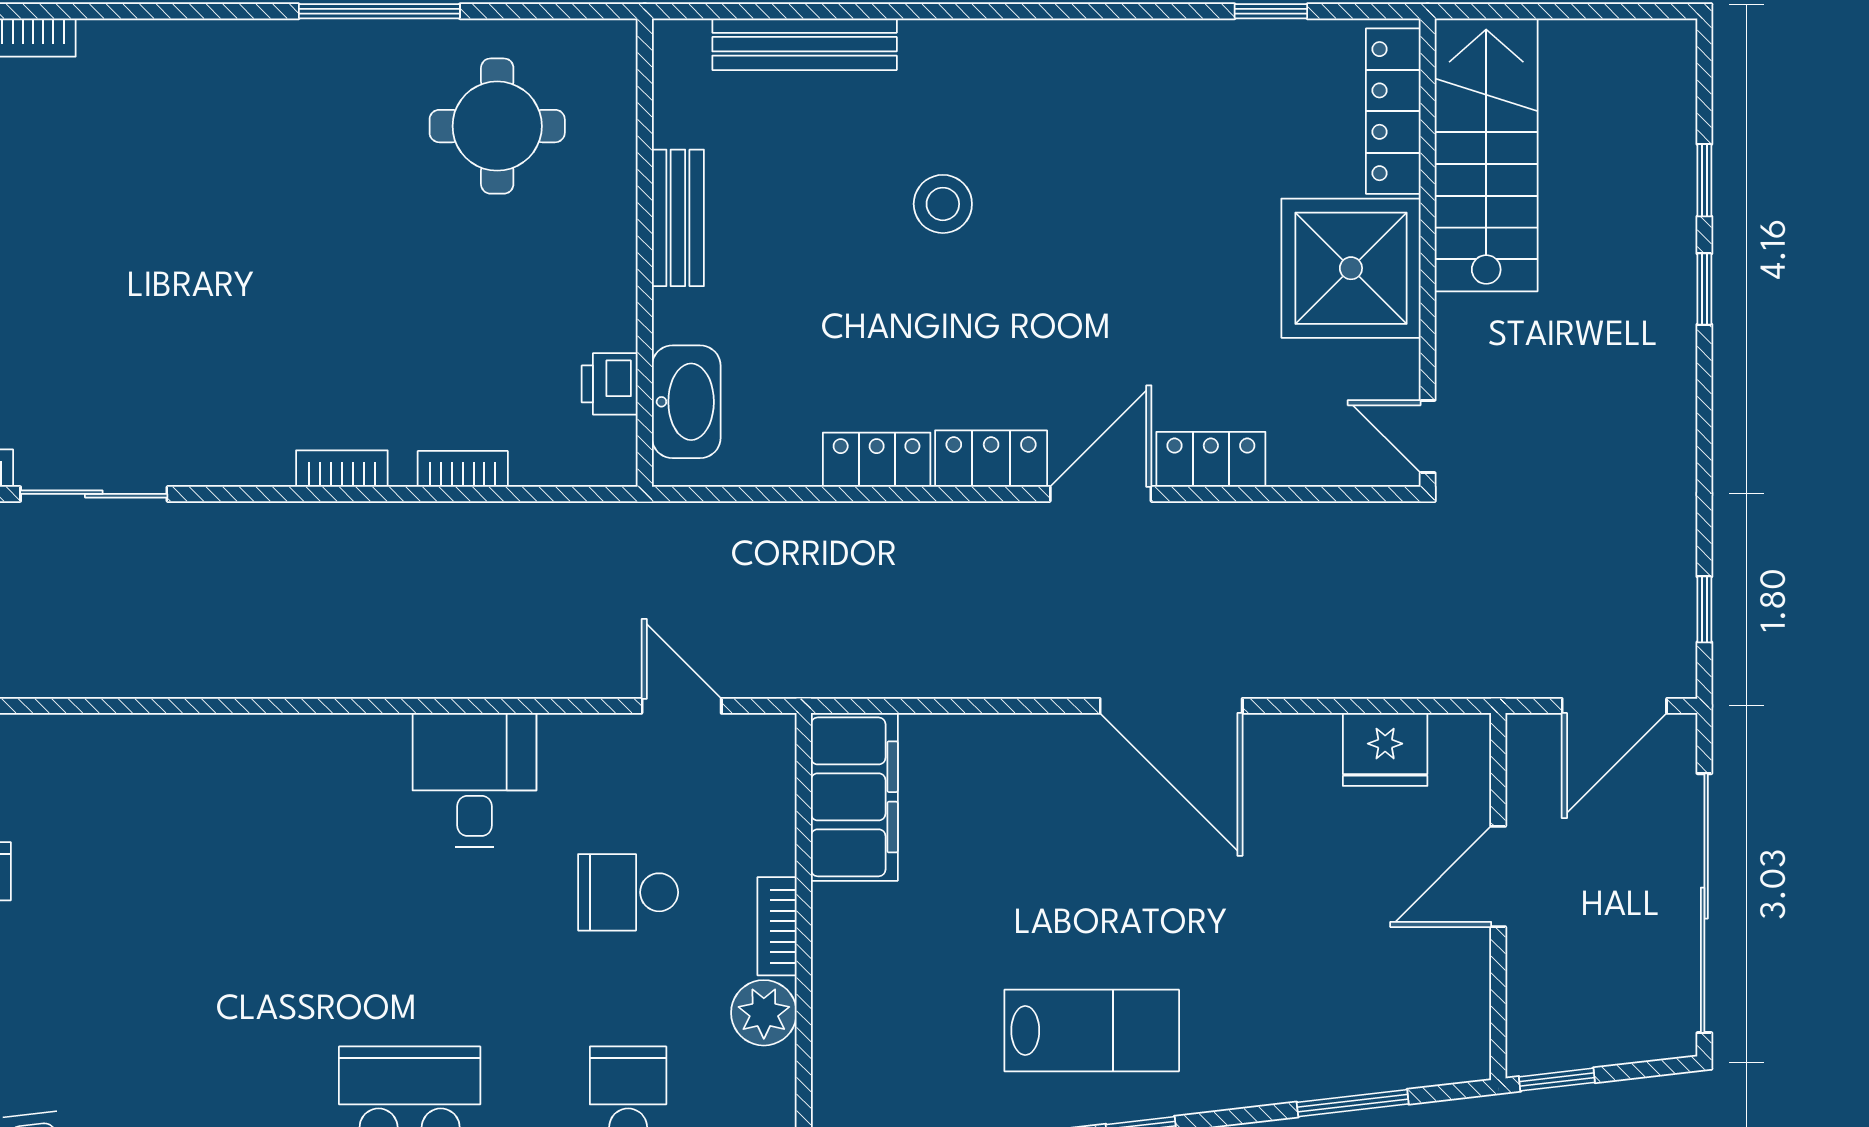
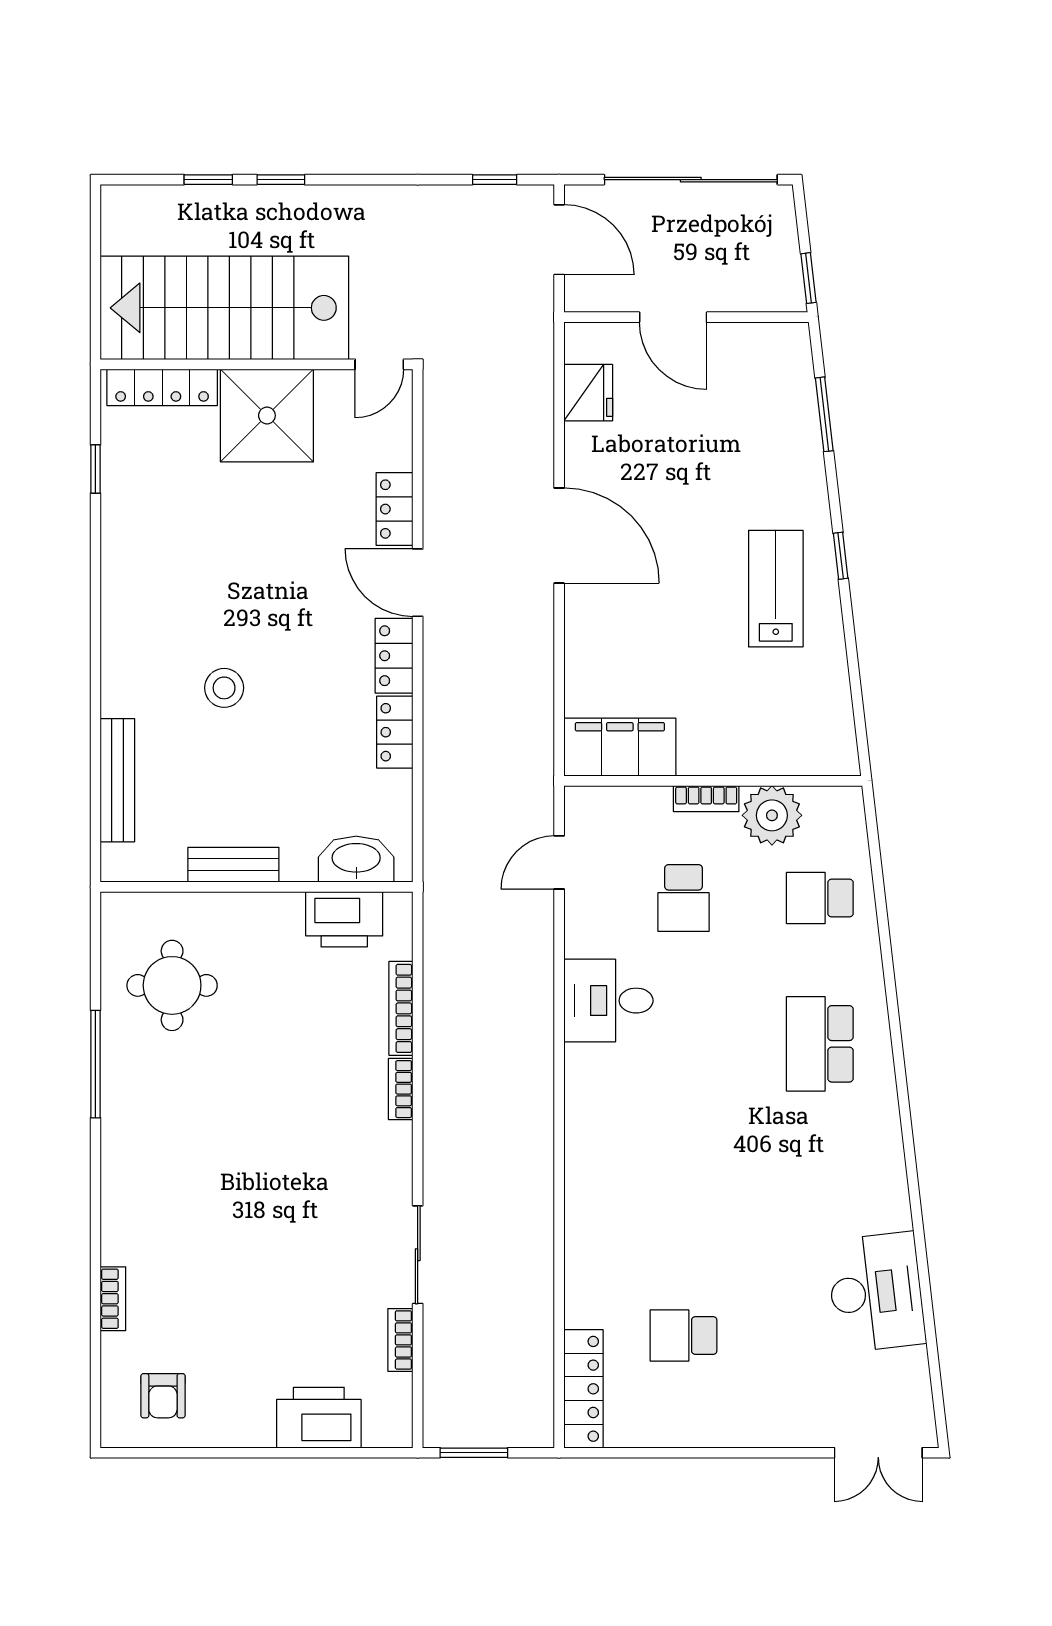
stairs: (1486, 155) -> (224, 308), width x1.36, depth x1.51
printer: (610, 384) -> (344, 919), width x1.87, depth x1.48
bookcase: (463, 469) -> (401, 1008), width x1.56
door: (1171, 706) -> (559, 536), hinge flipped
plant: (764, 1013) -> (772, 815), width x1.36, depth x1.36

